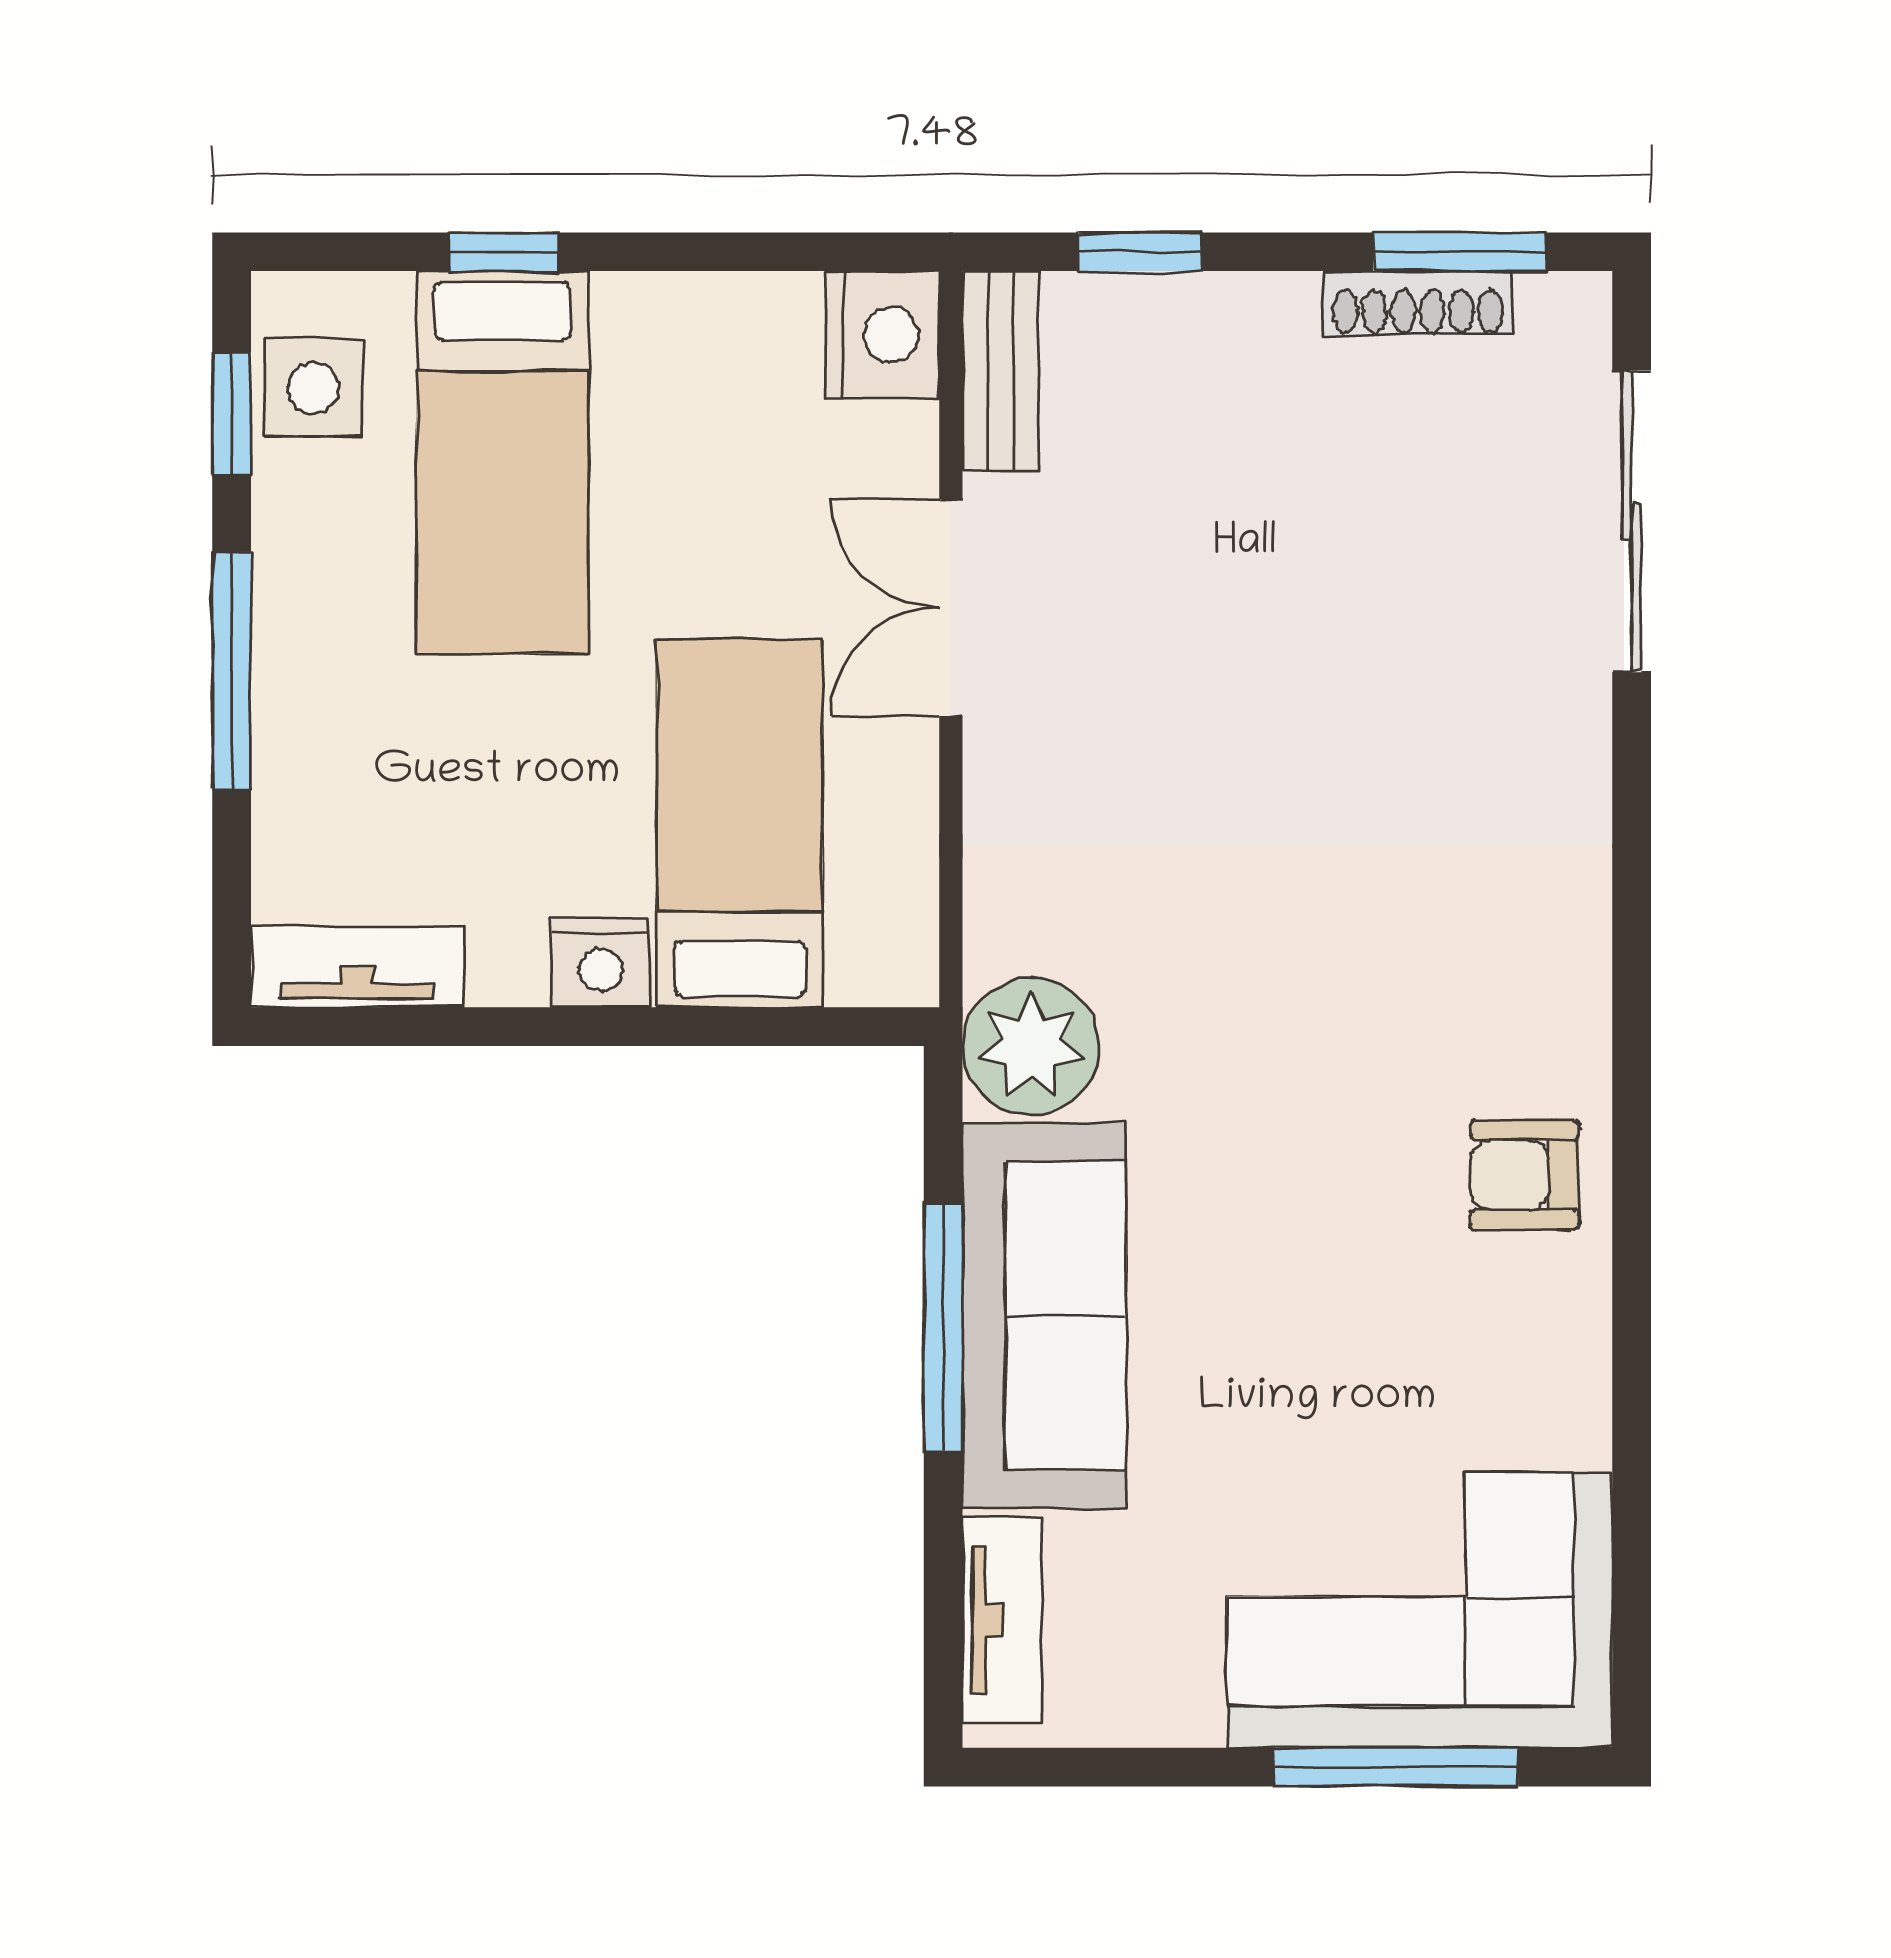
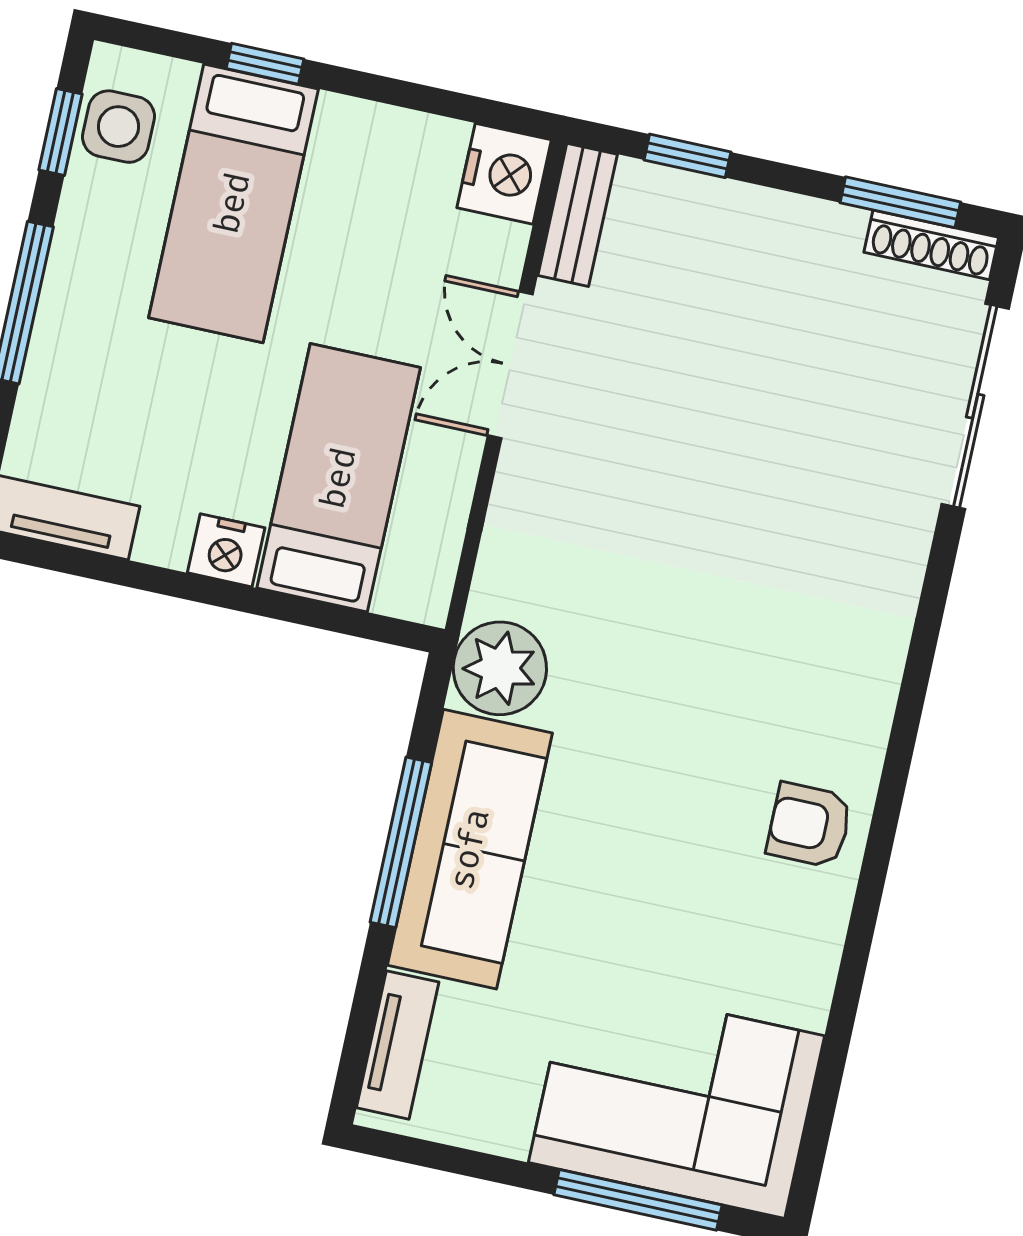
shoe rack: (1418, 303) -> (931, 245), moved

